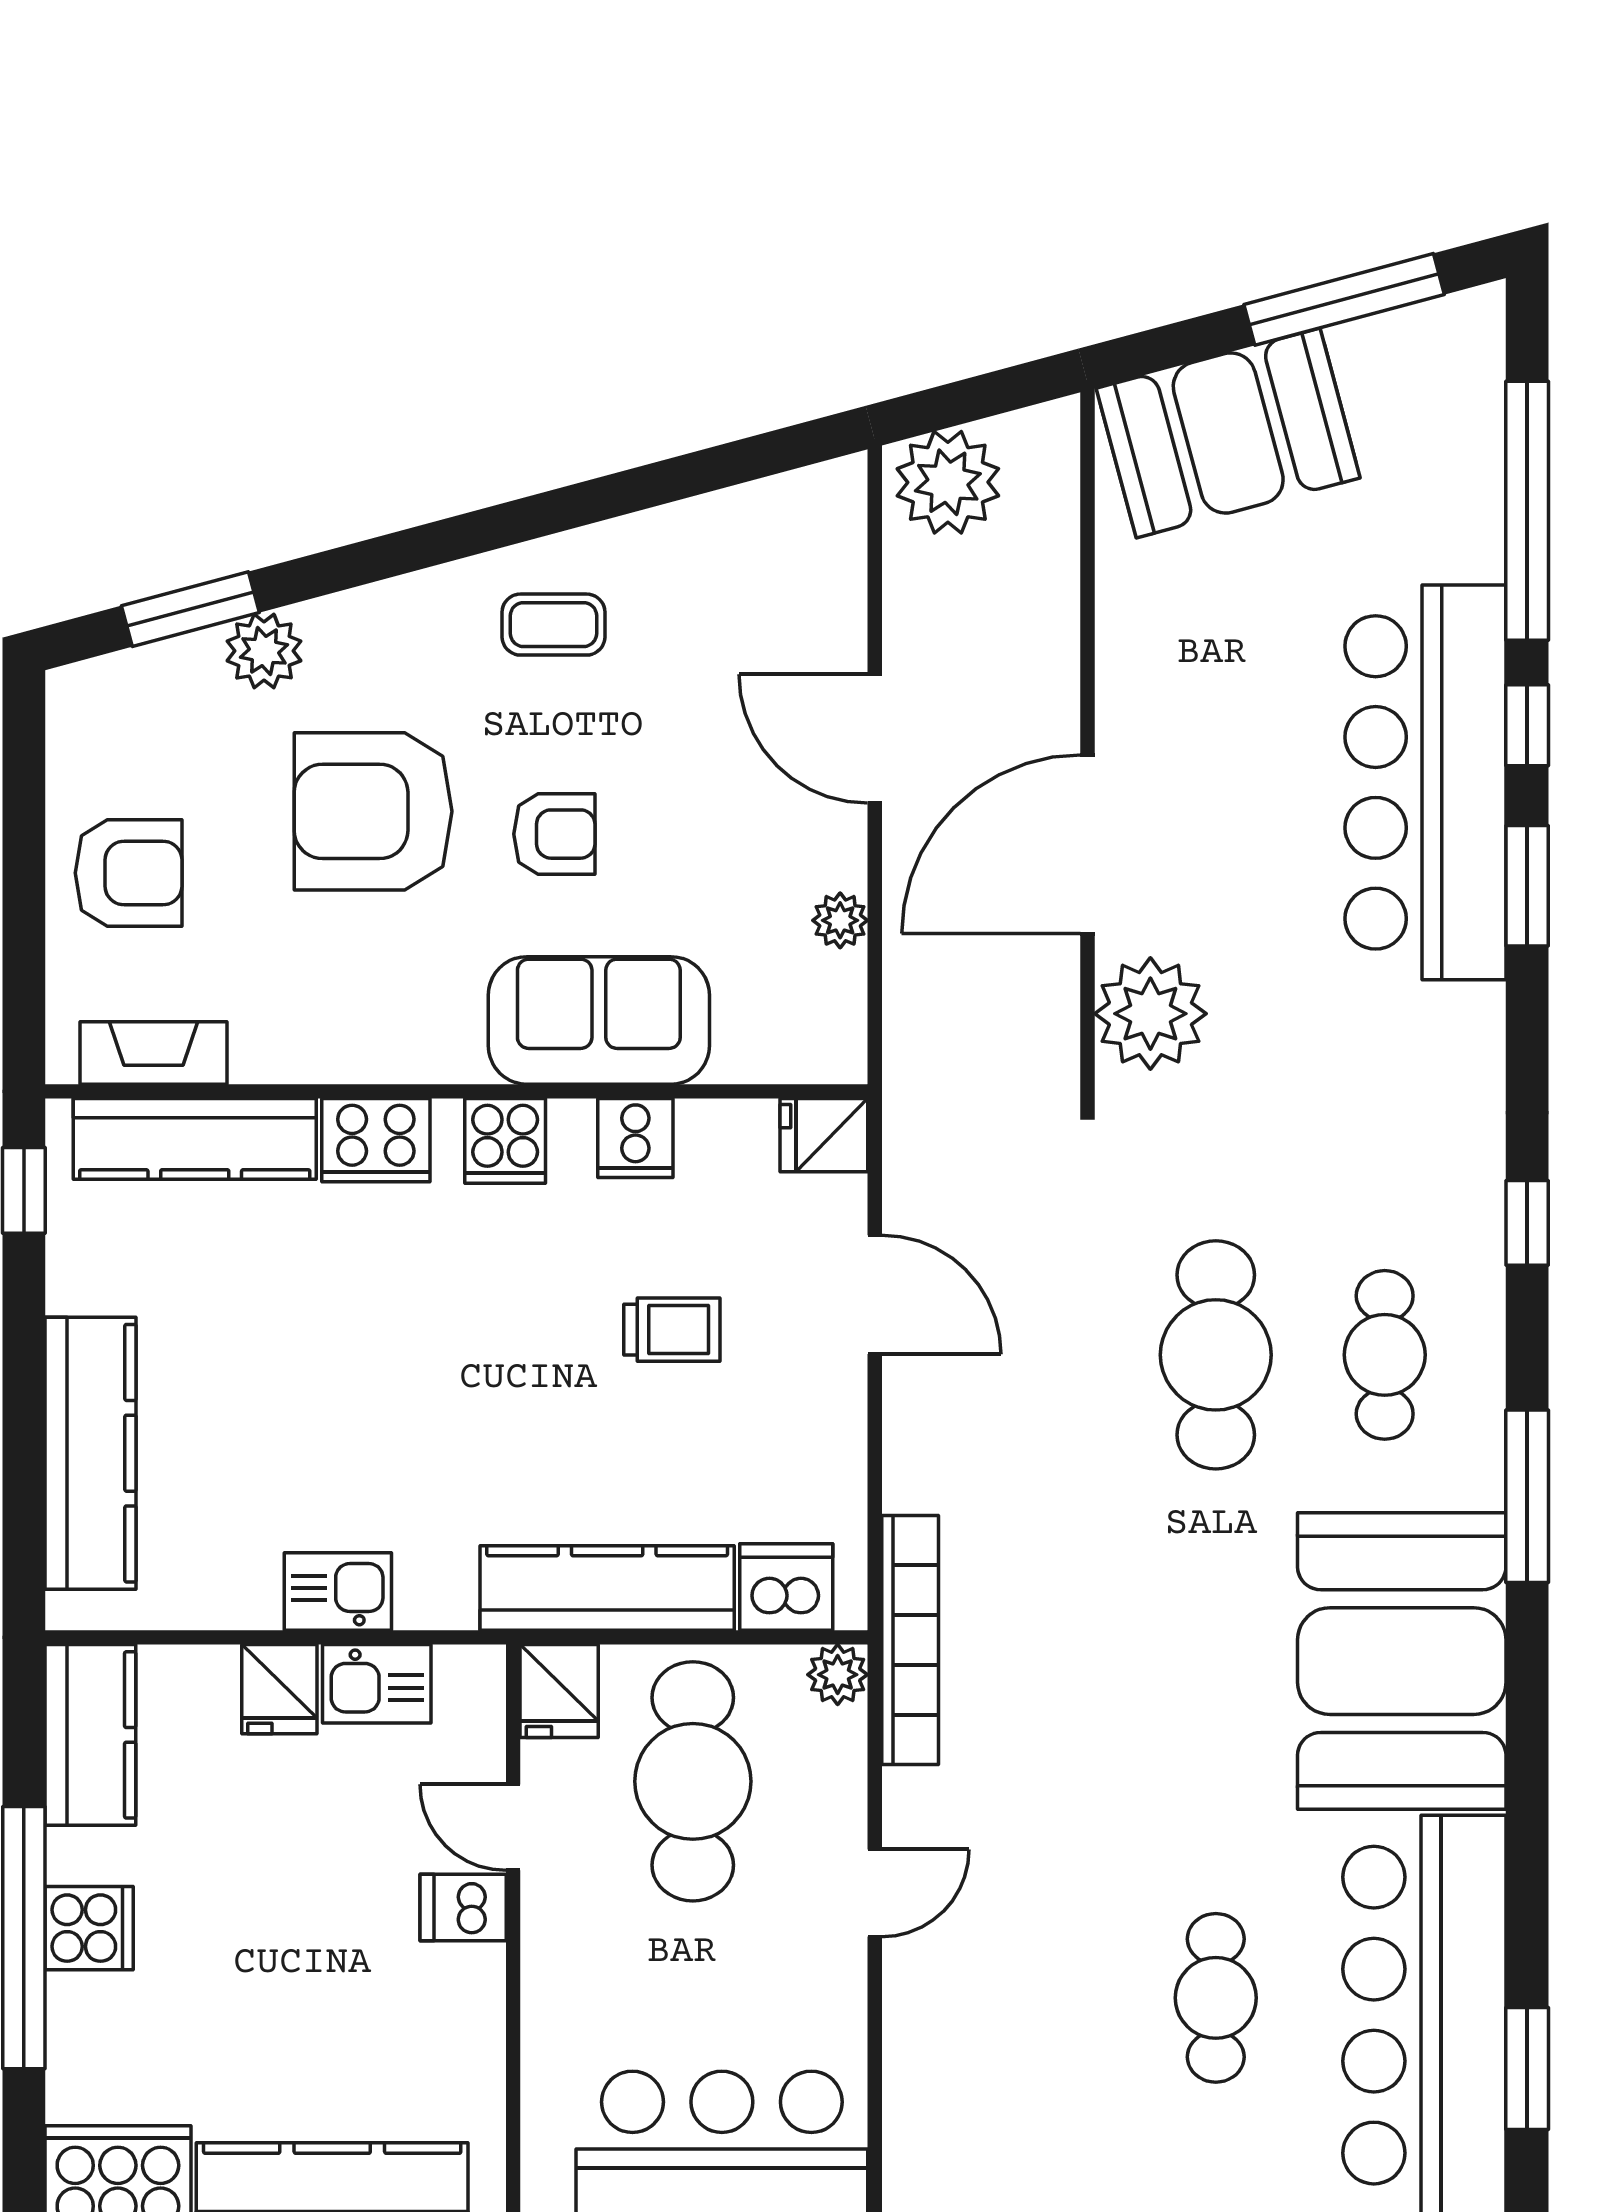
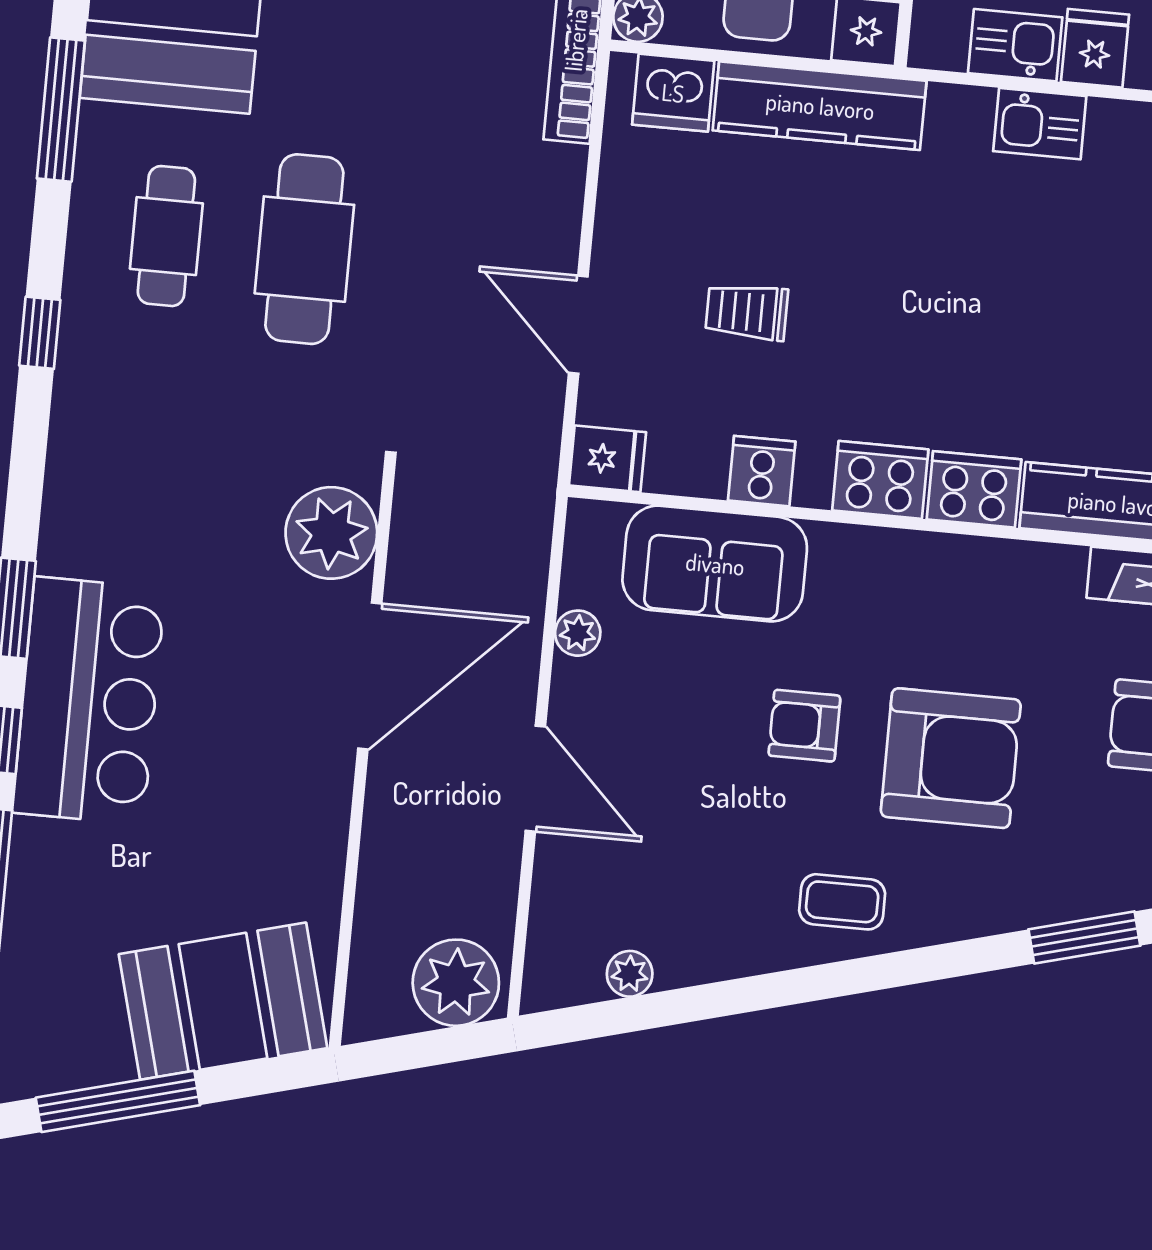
coffee table: (554, 625) -> (842, 902), moved
plant: (264, 651) -> (630, 974), moved, width x0.73, depth x0.73
bar counter: (1425, 782) -> (89, 701), width x0.73
sofa: (599, 1020) -> (715, 564), moved
cooker: (505, 1141) -> (880, 480), width x1.36

